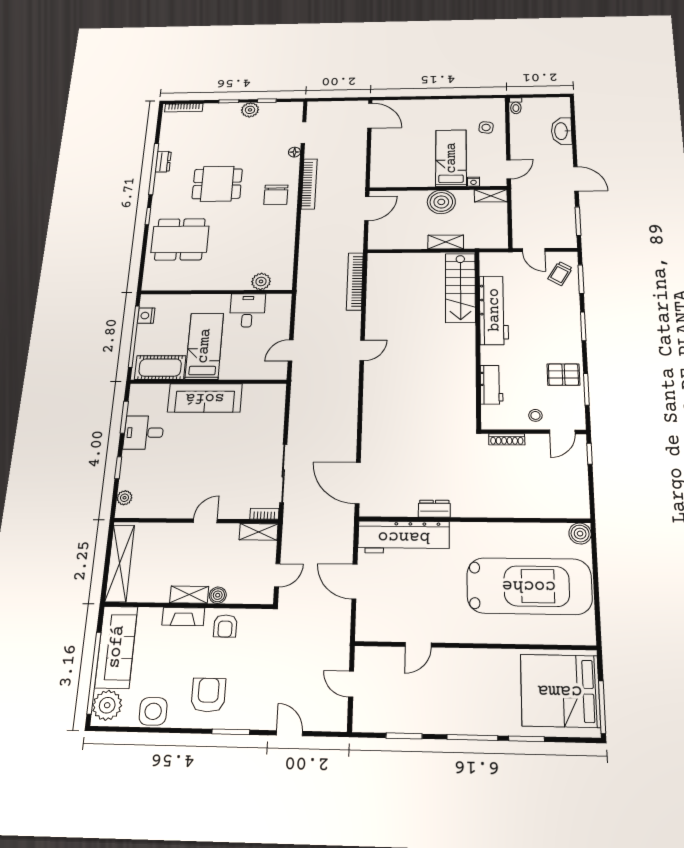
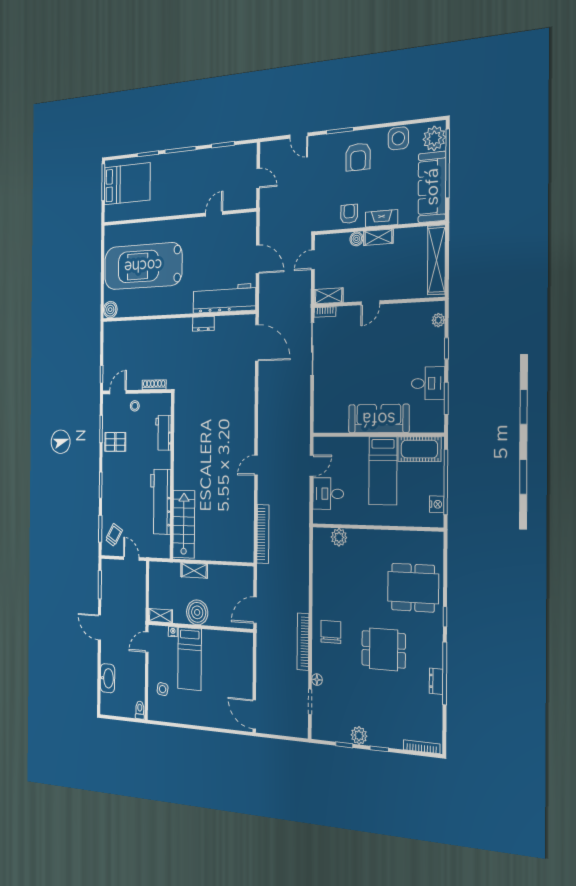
desk: (247, 310) -> (328, 494), moved, turned 90
bed: (560, 691) -> (127, 184), width x0.73

